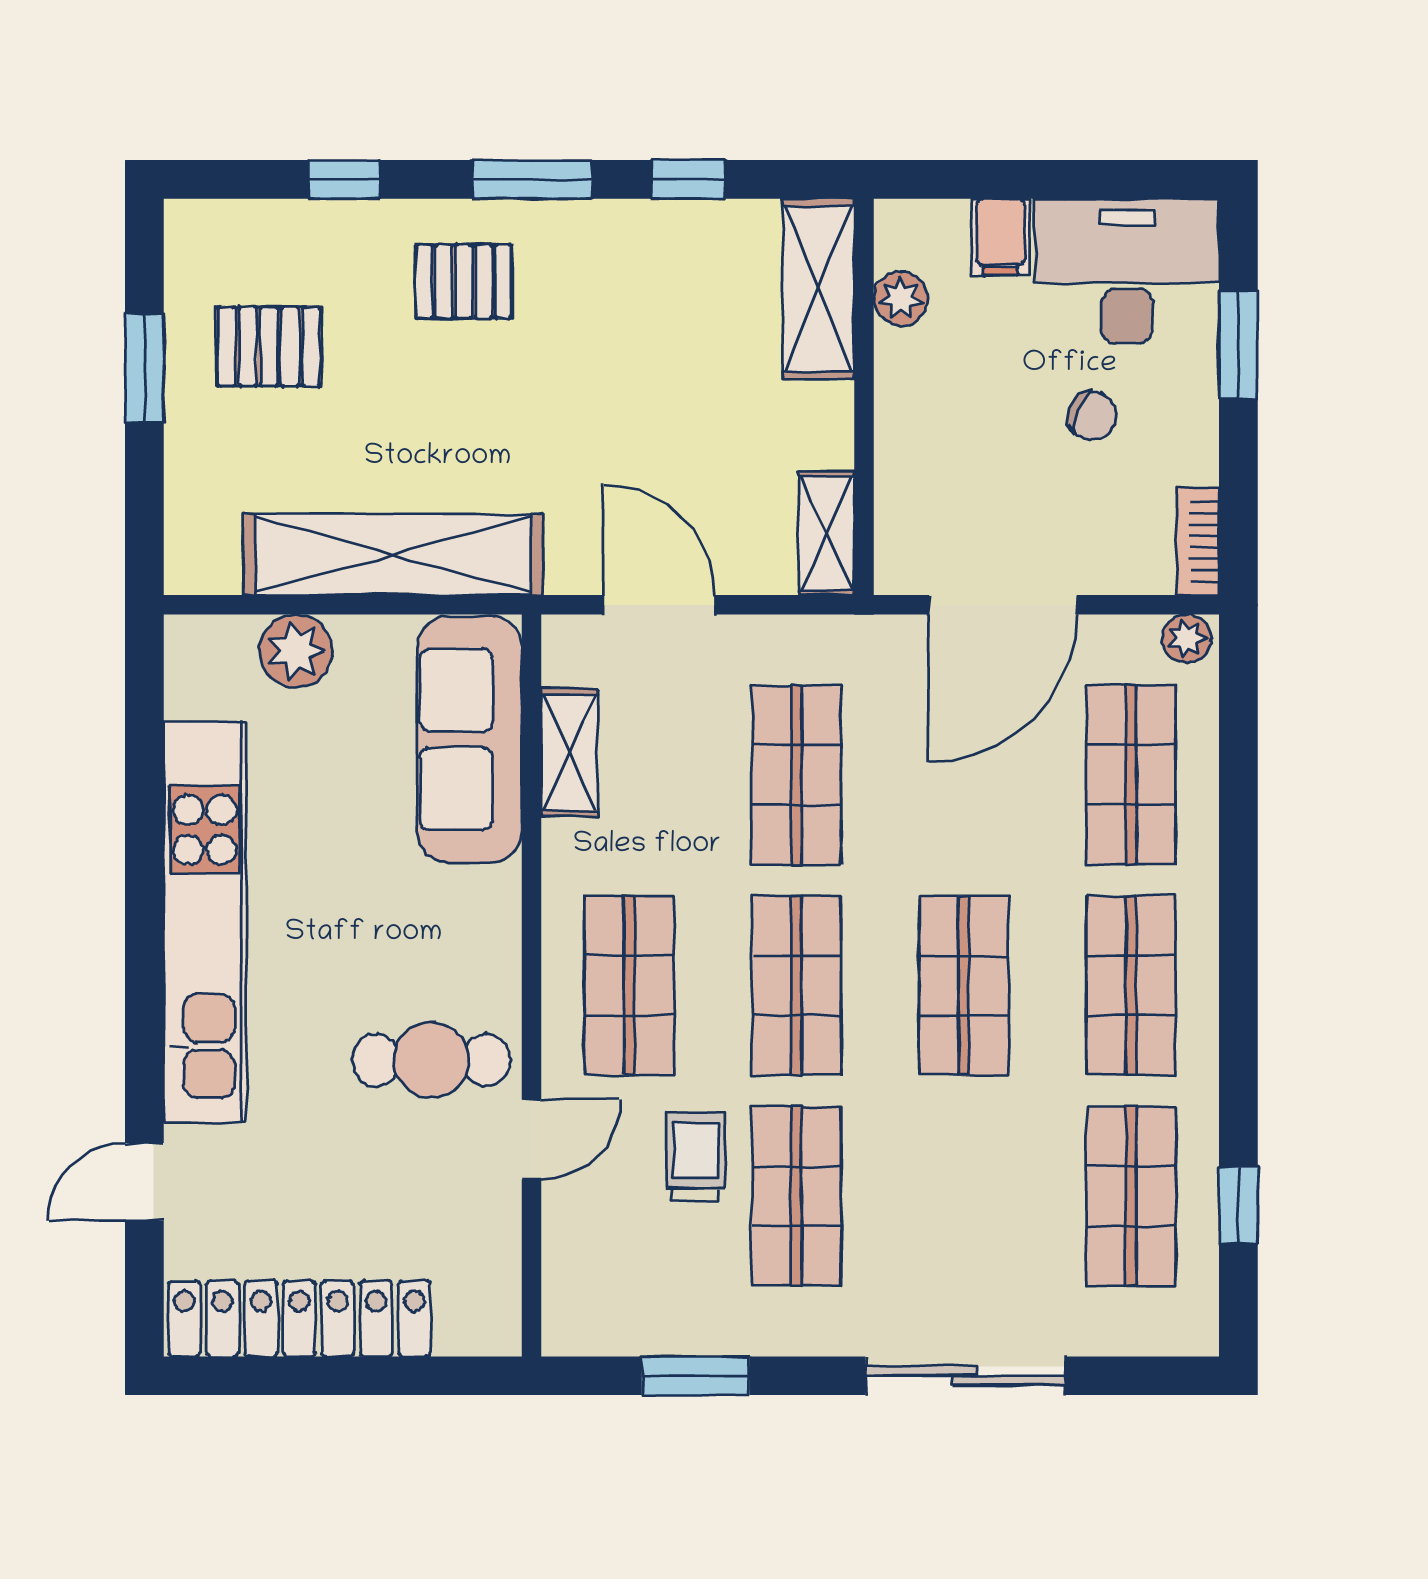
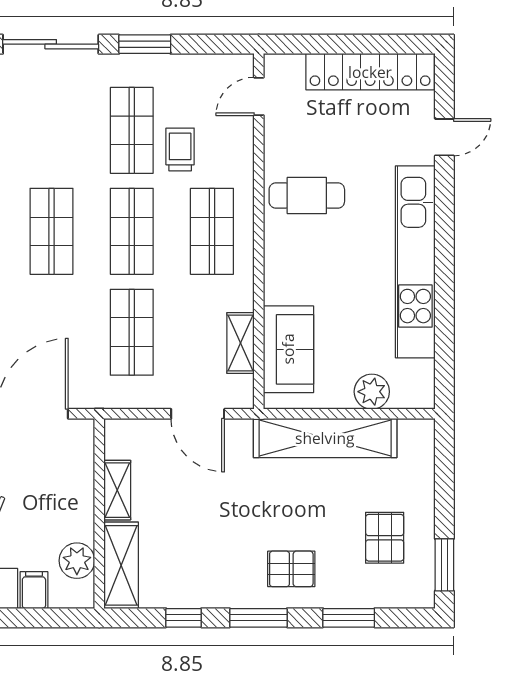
window: (344, 179) -> (349, 618), width x1.50
plant: (901, 299) -> (77, 561), width x1.38, depth x1.38
pallet: (269, 346) -> (385, 538), turned 90
window: (144, 368) -> (444, 565), moved
shelving: (827, 533) -> (117, 490), moved
sofa: (470, 739) -> (288, 349), width x0.73
door: (531, 1139) -> (259, 96), moved
trolley: (696, 1156) -> (180, 149), turned 180
window: (696, 1376) -> (145, 44), moved

